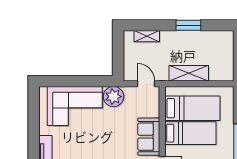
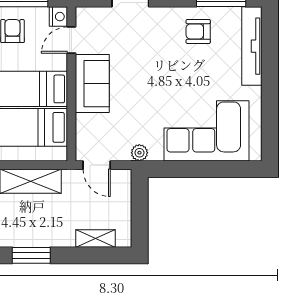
plant: (113, 97) -> (139, 153), width x0.53, depth x0.53

